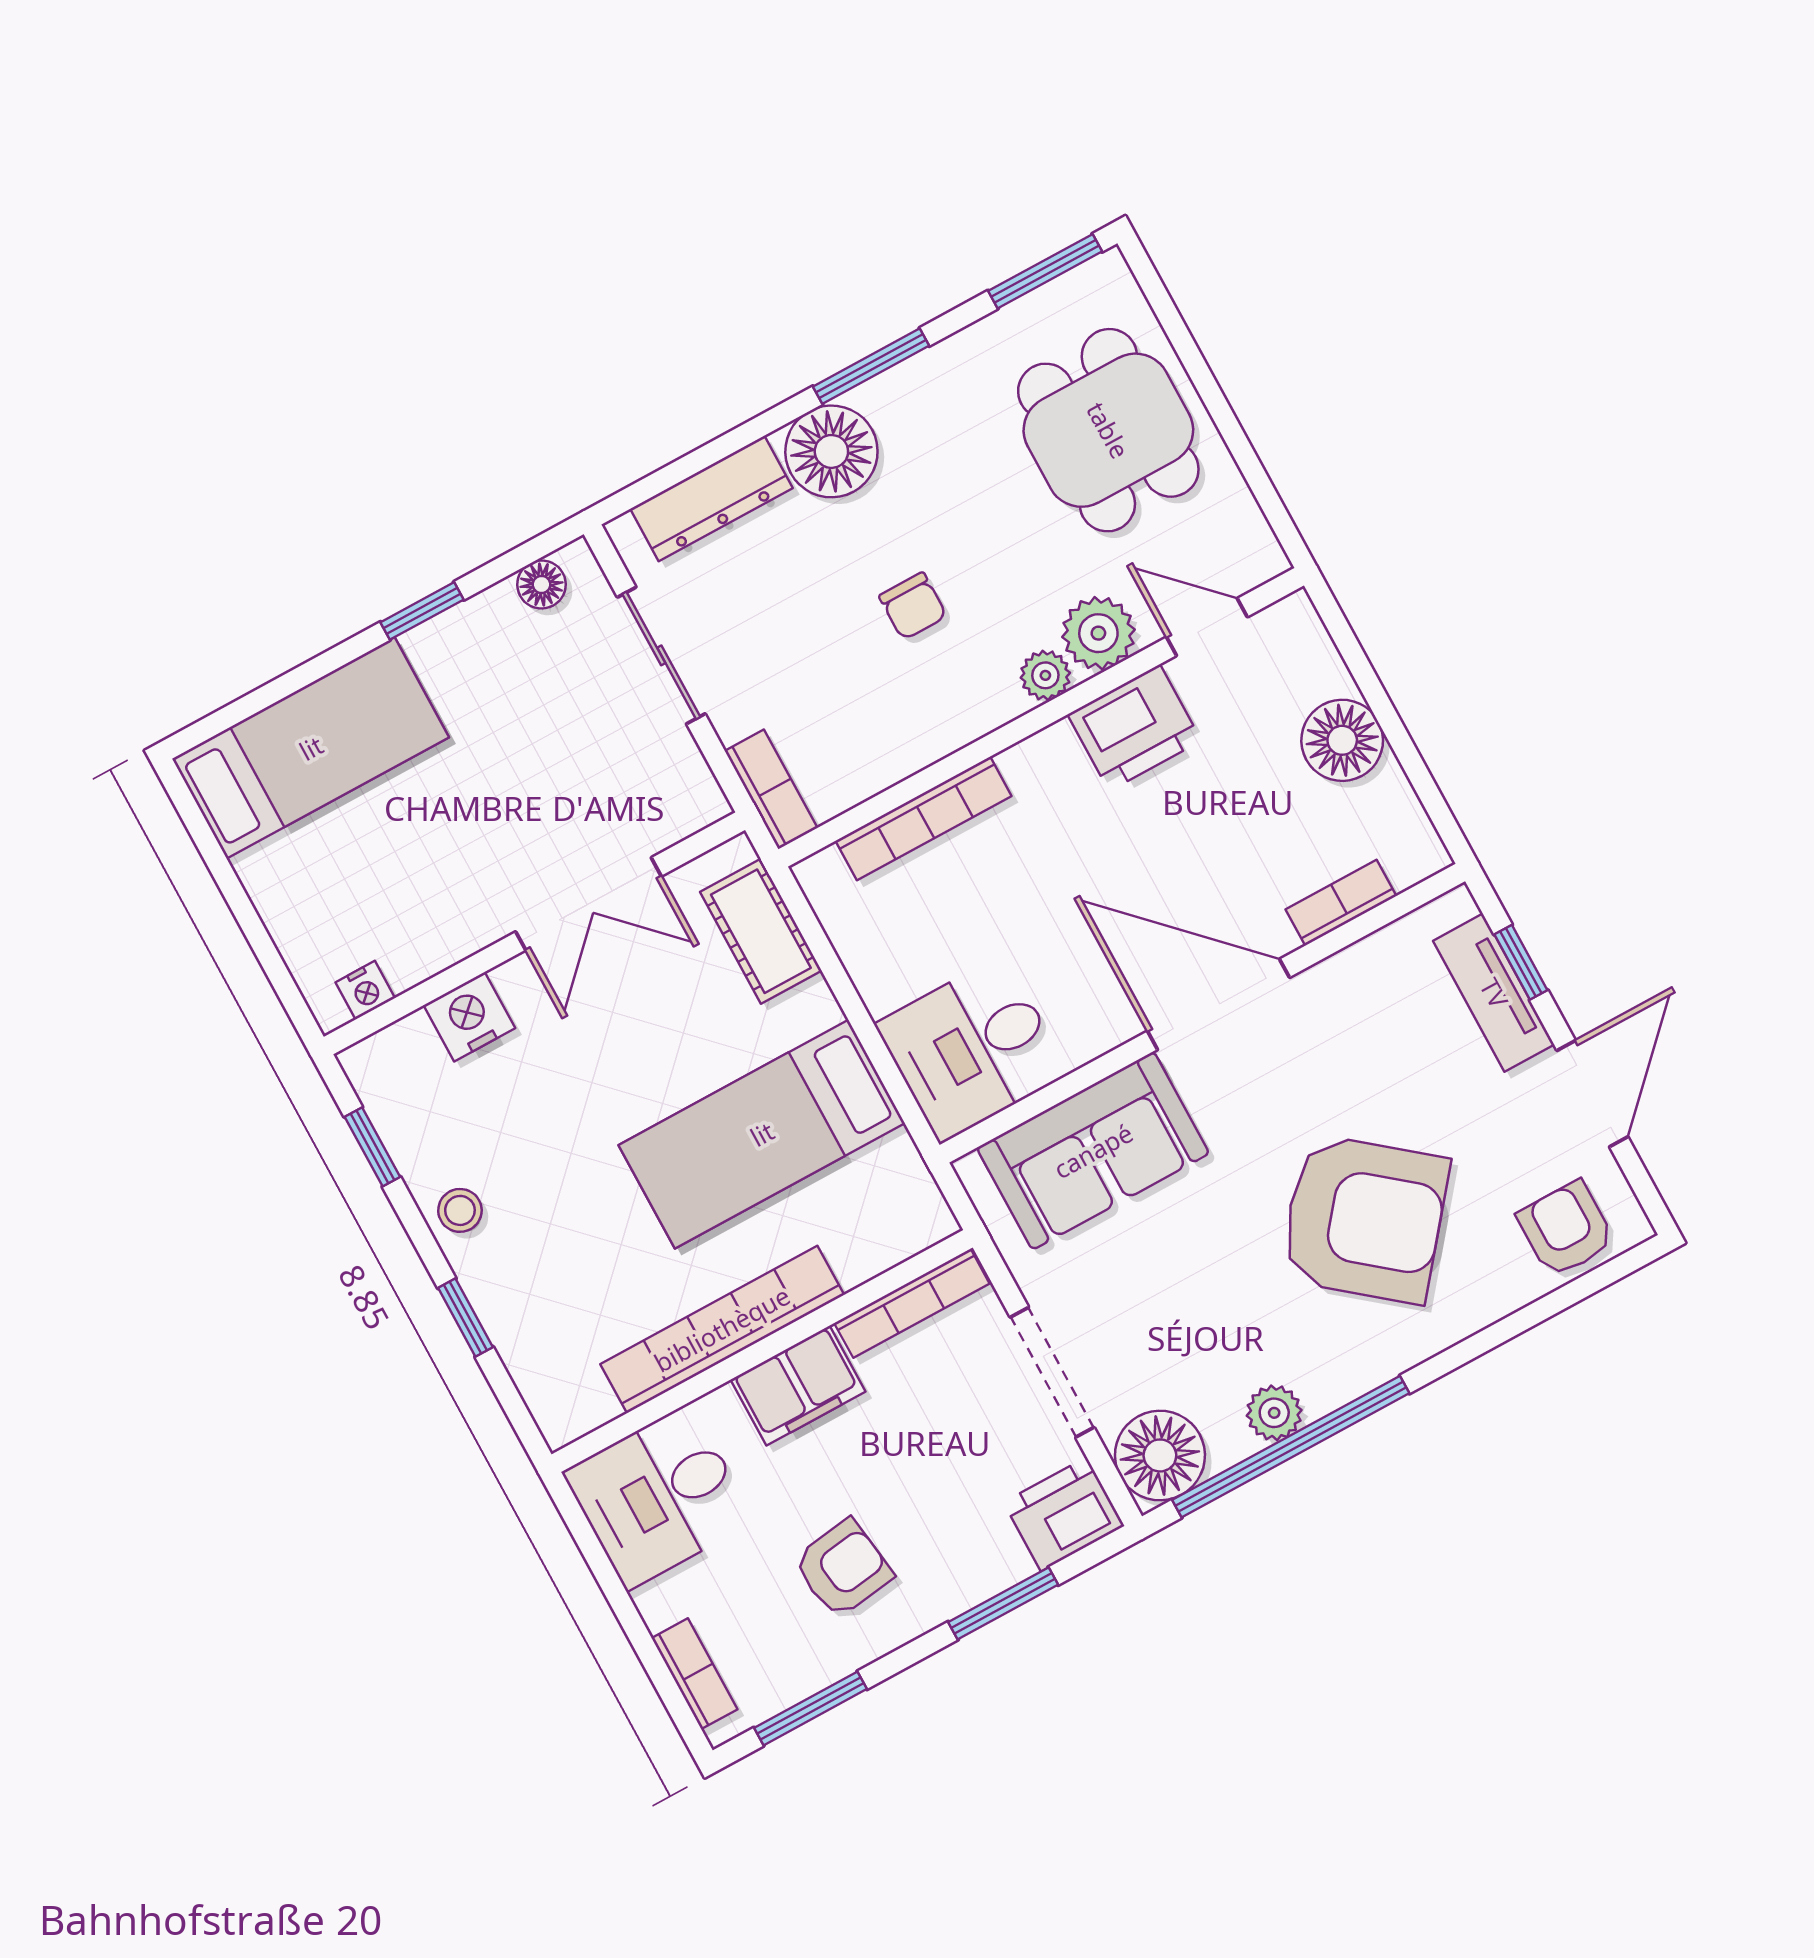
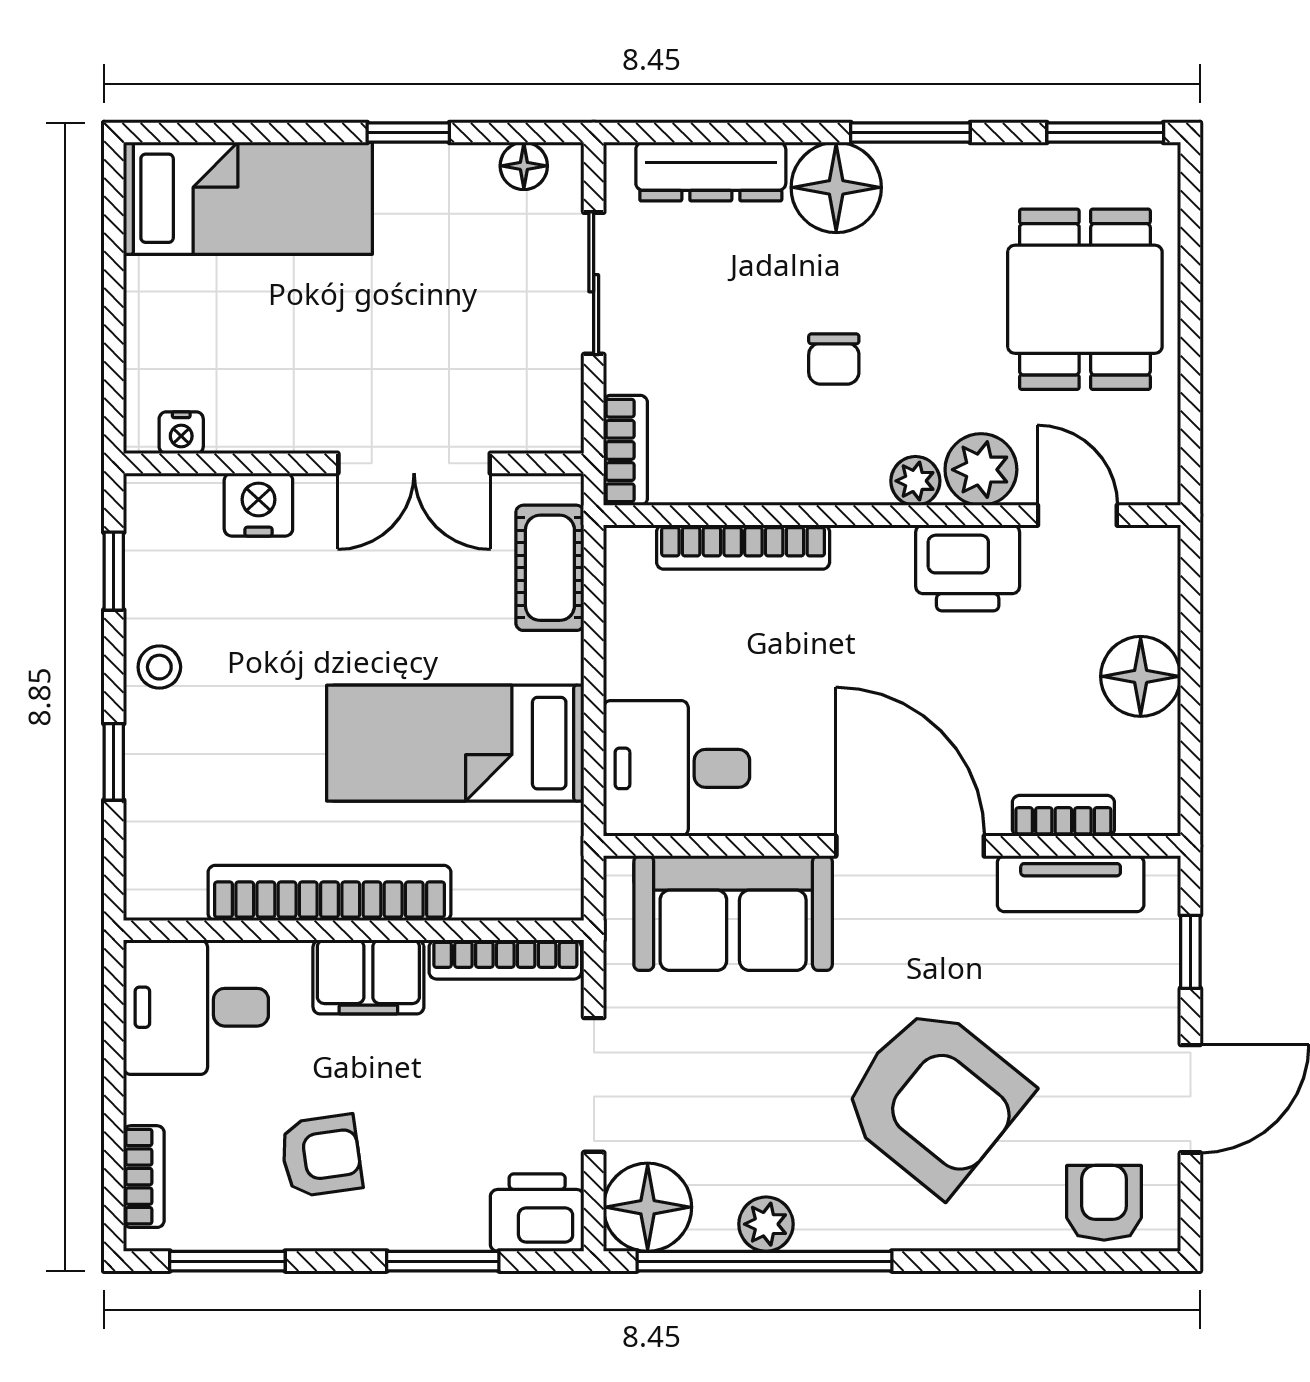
tv unit: (1494, 993) -> (1071, 884), moved, turned -90

